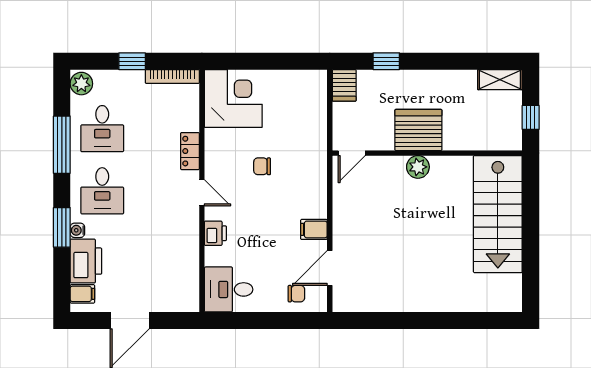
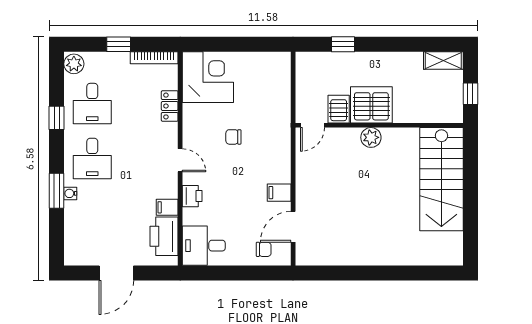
server rack: (344, 85) -> (339, 109), moved, turned 180
window: (62, 145) -> (57, 118), width x0.46
locker: (190, 151) -> (170, 106), moved
printer: (86, 261) -> (164, 236), moved, turned 180
filing cabinet: (82, 294) -> (167, 207), moved, turned 180

